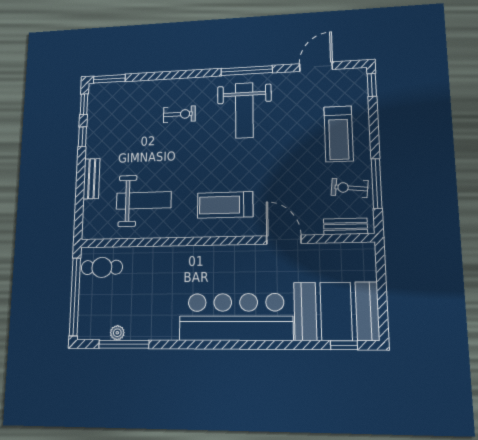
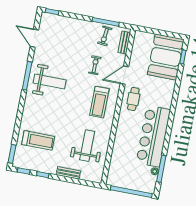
exercise bike: (179, 114) -> (95, 65), moved
treadmill: (339, 134) -> (38, 140), moved
cafe table: (102, 267) -> (133, 99), moved
bar counter: (236, 317) -> (153, 136), moved

